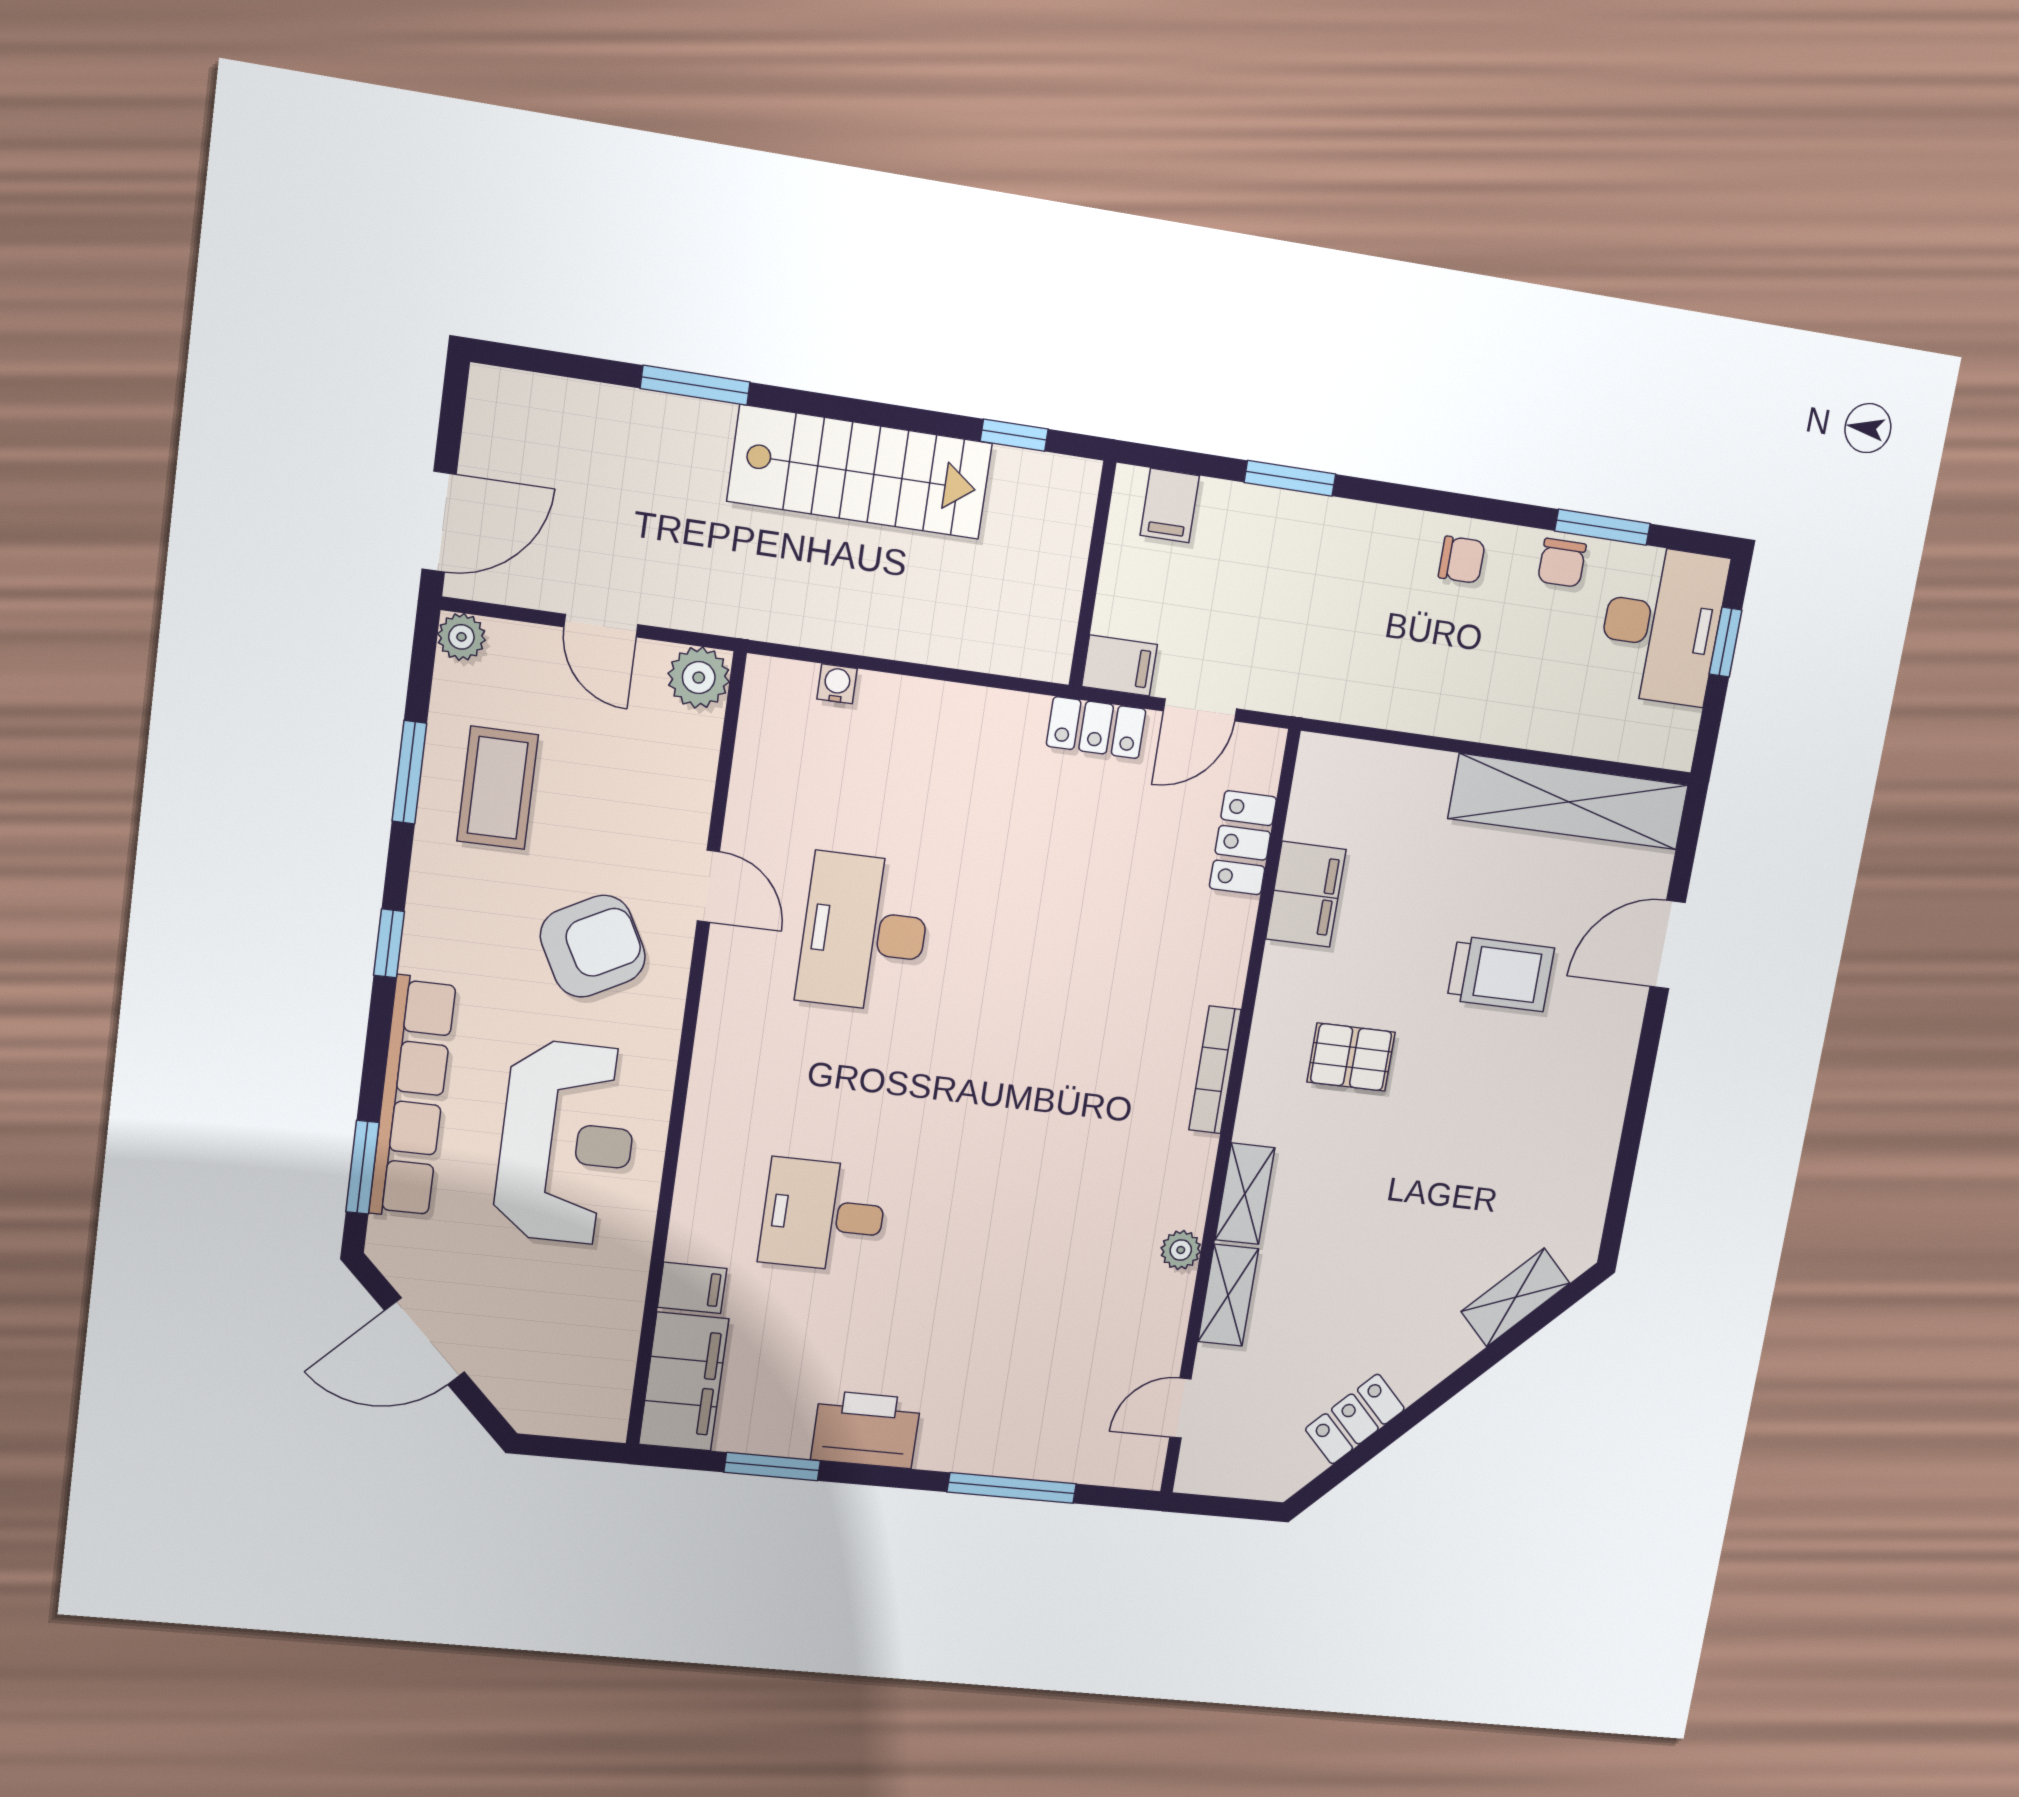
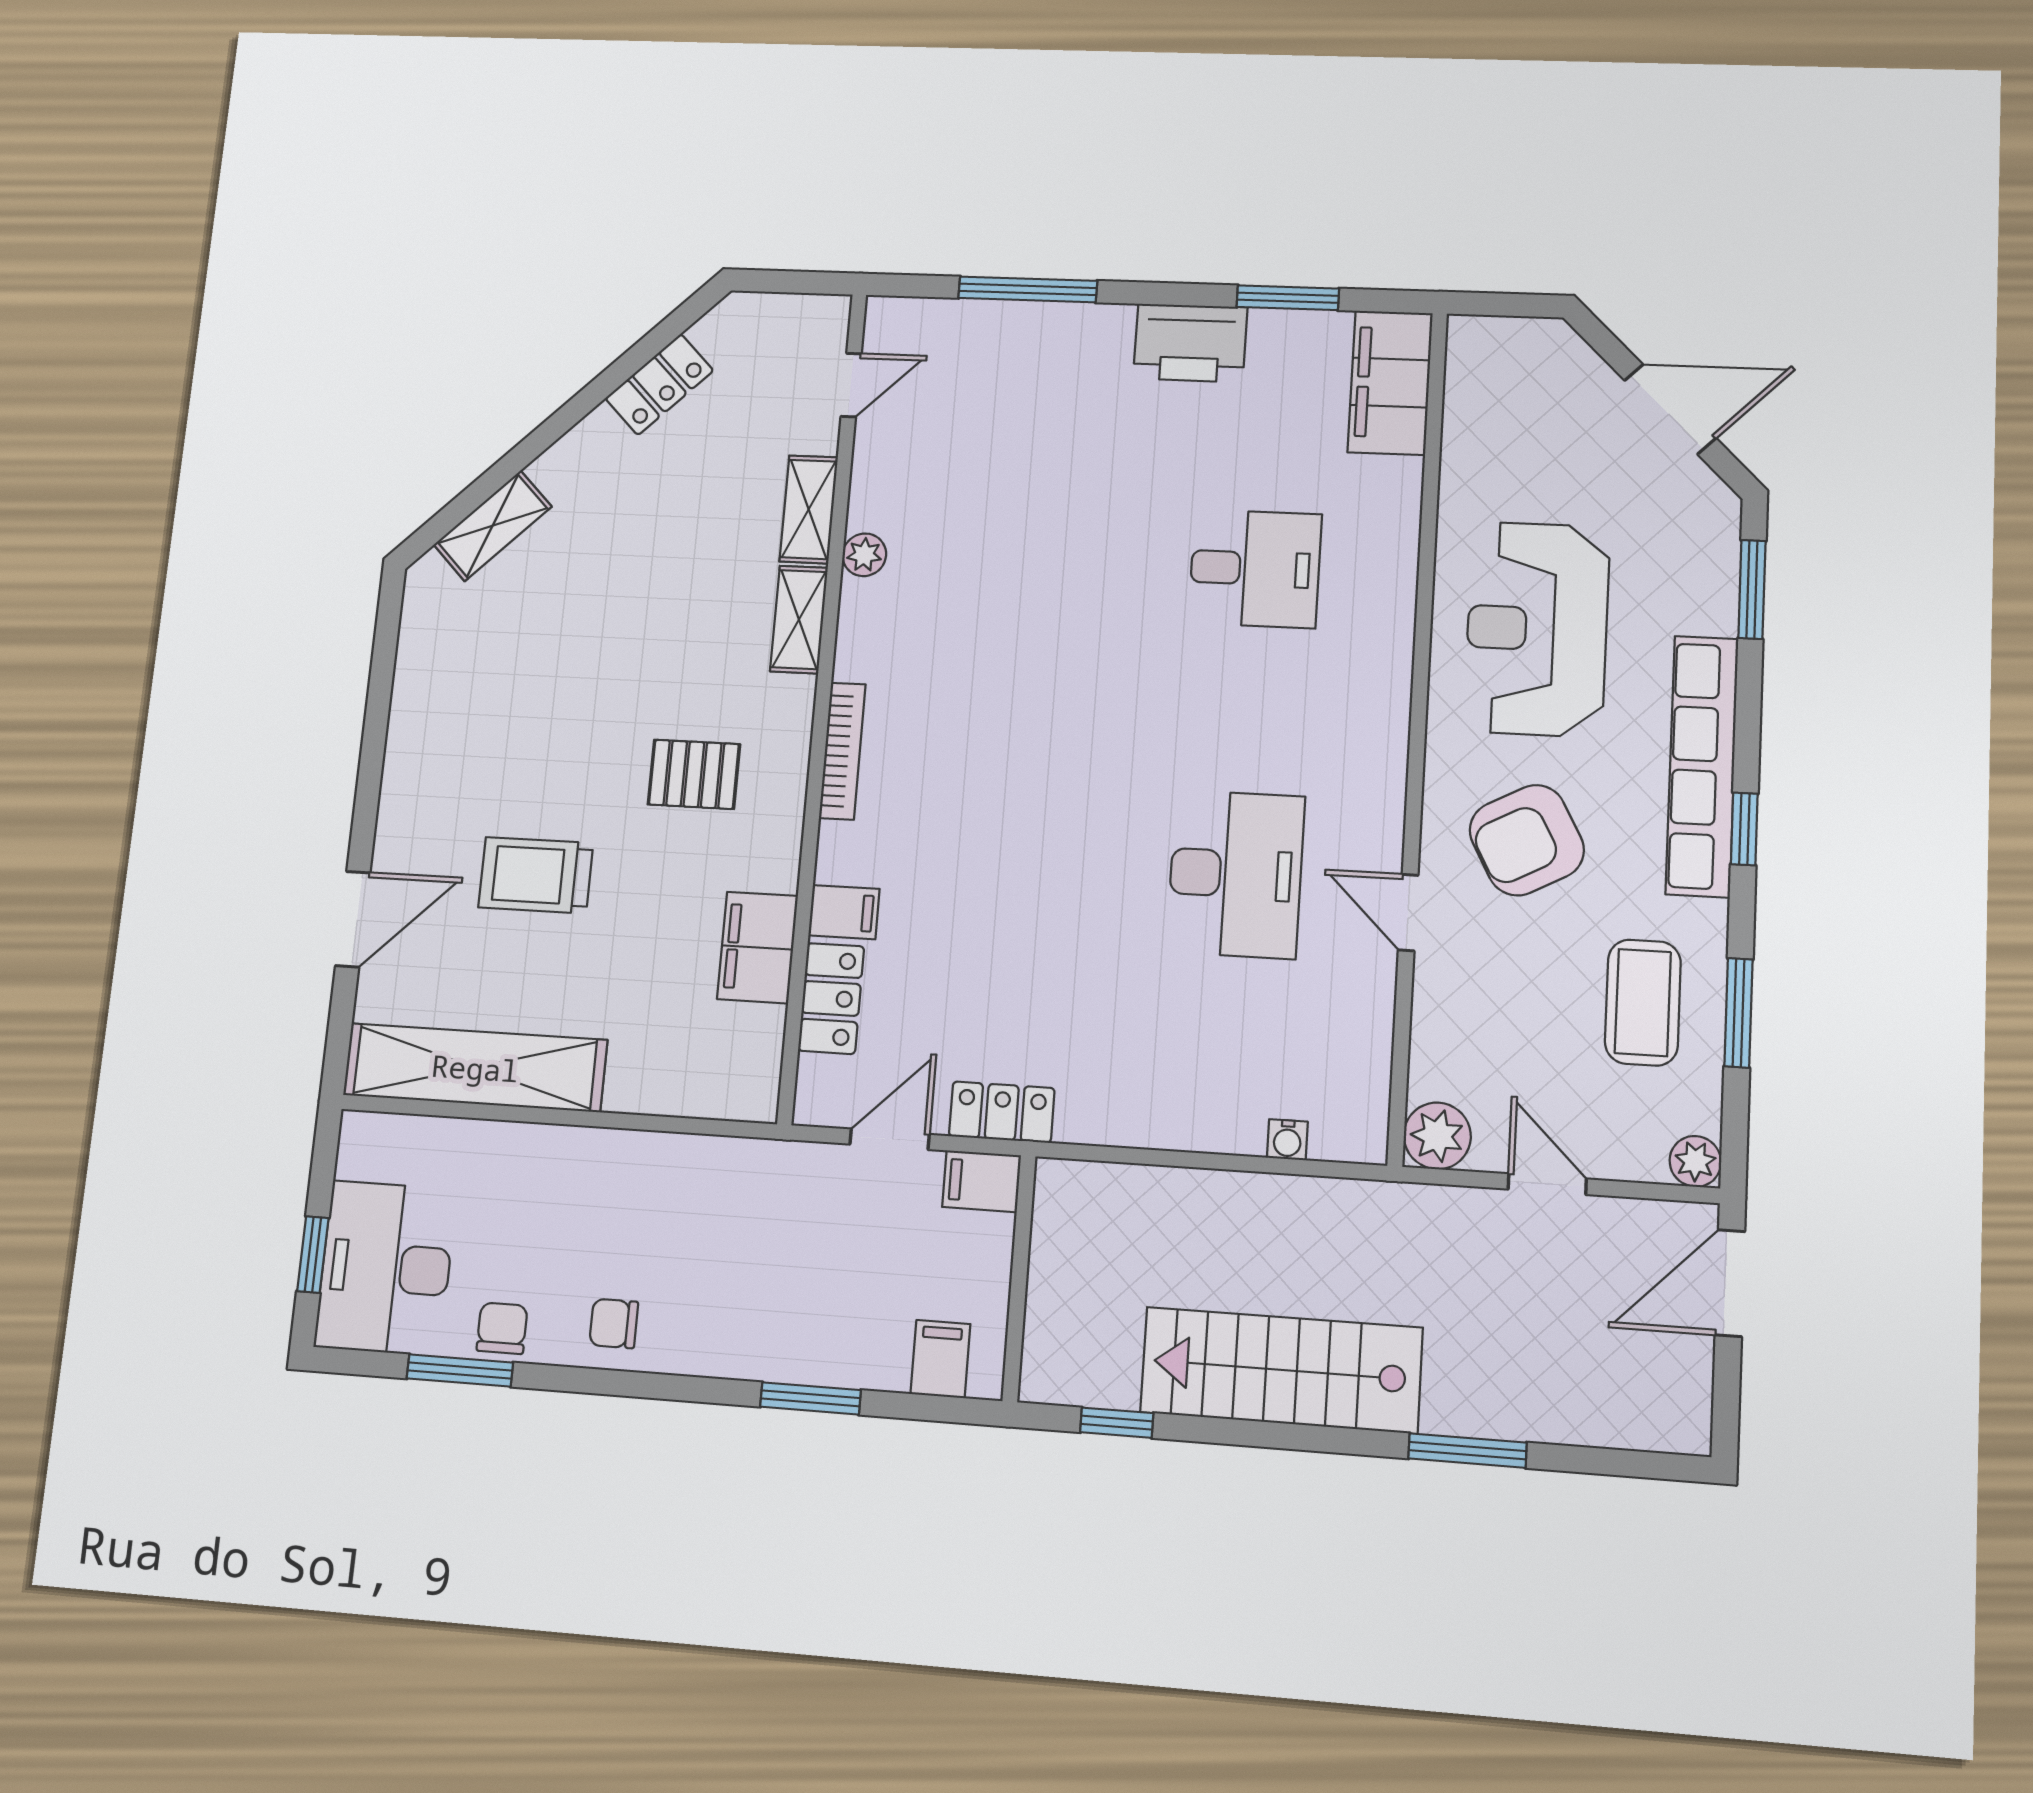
row of seats: (412, 1098) -> (1702, 766), moved
filing cabinet: (692, 1288) -> (844, 912), moved, turned 180

